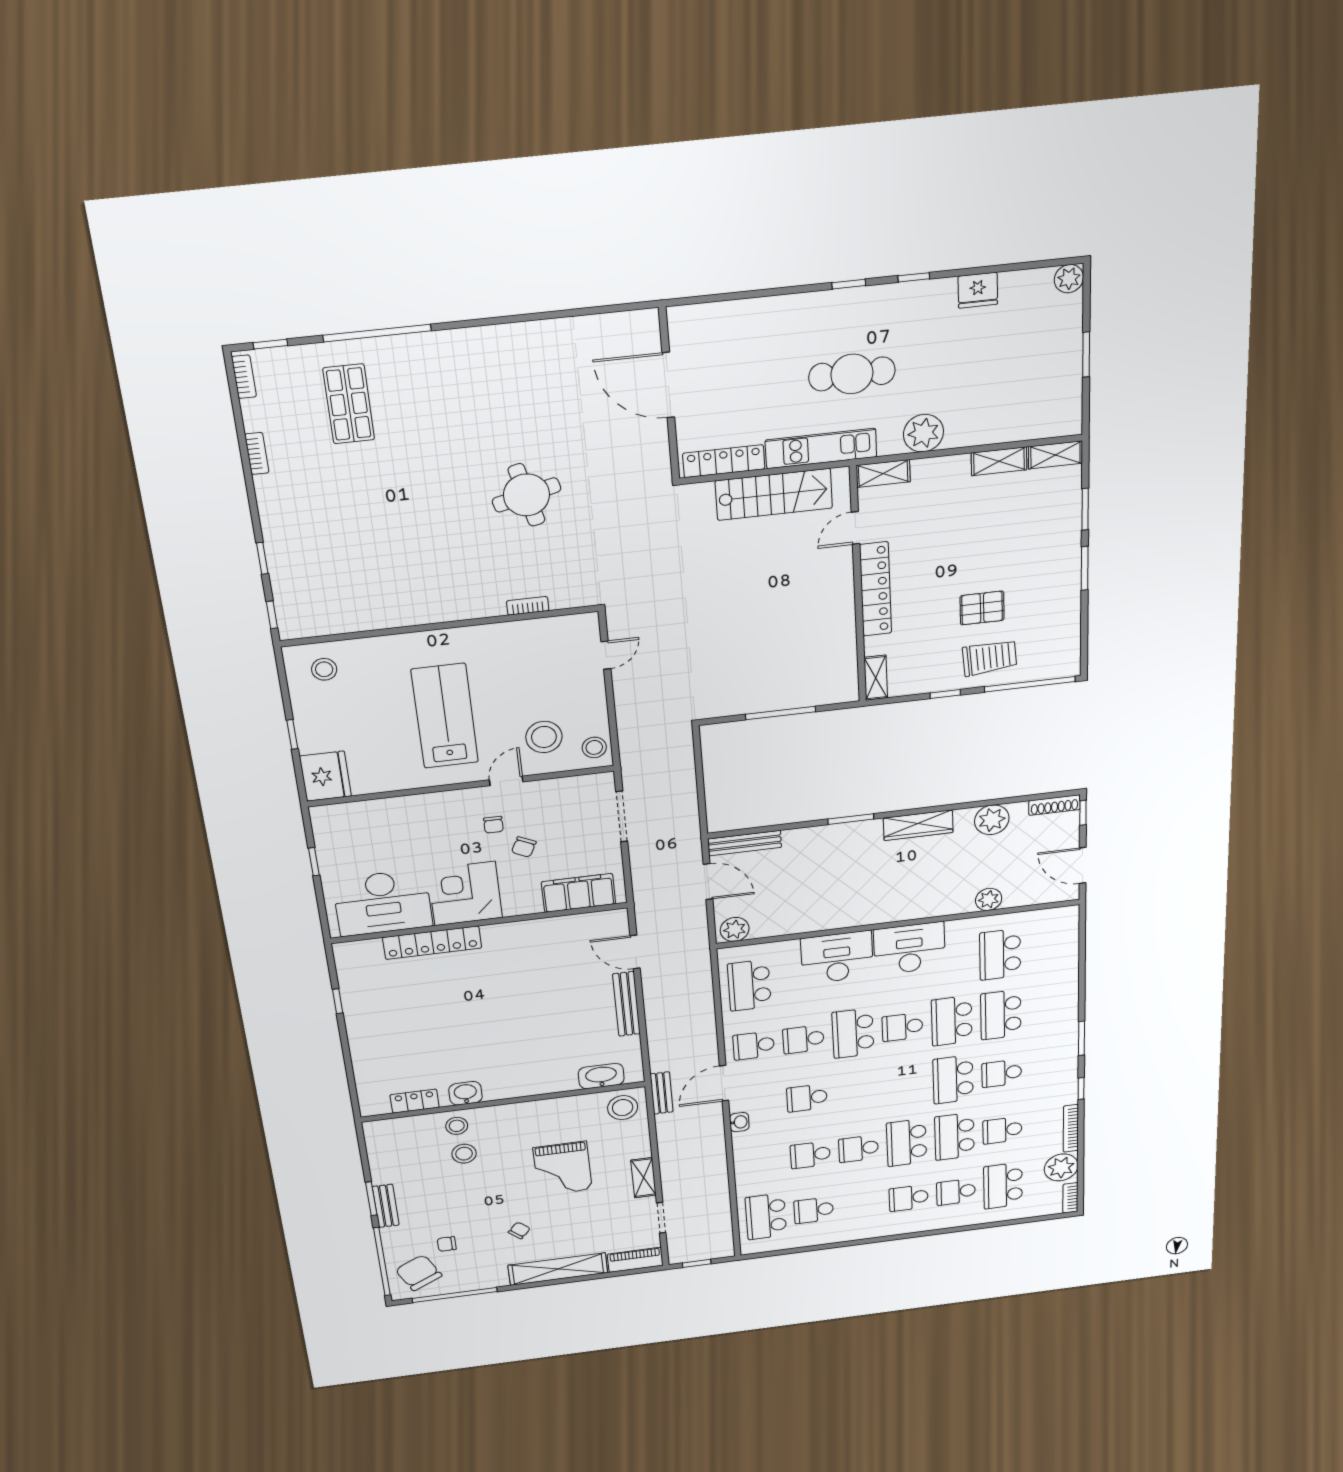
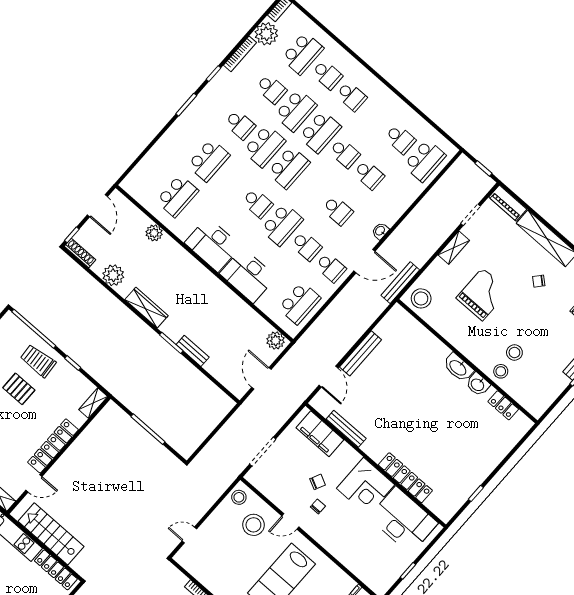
bench: (745, 843) -> (193, 351), moved, width x0.73
bench: (555, 925) -> (346, 429), added
school desk: (952, 1021) -> (289, 168), moved
washbasin: (601, 1076) -> (458, 367), moved
bench: (661, 1093) -> (400, 283), width x1.36

